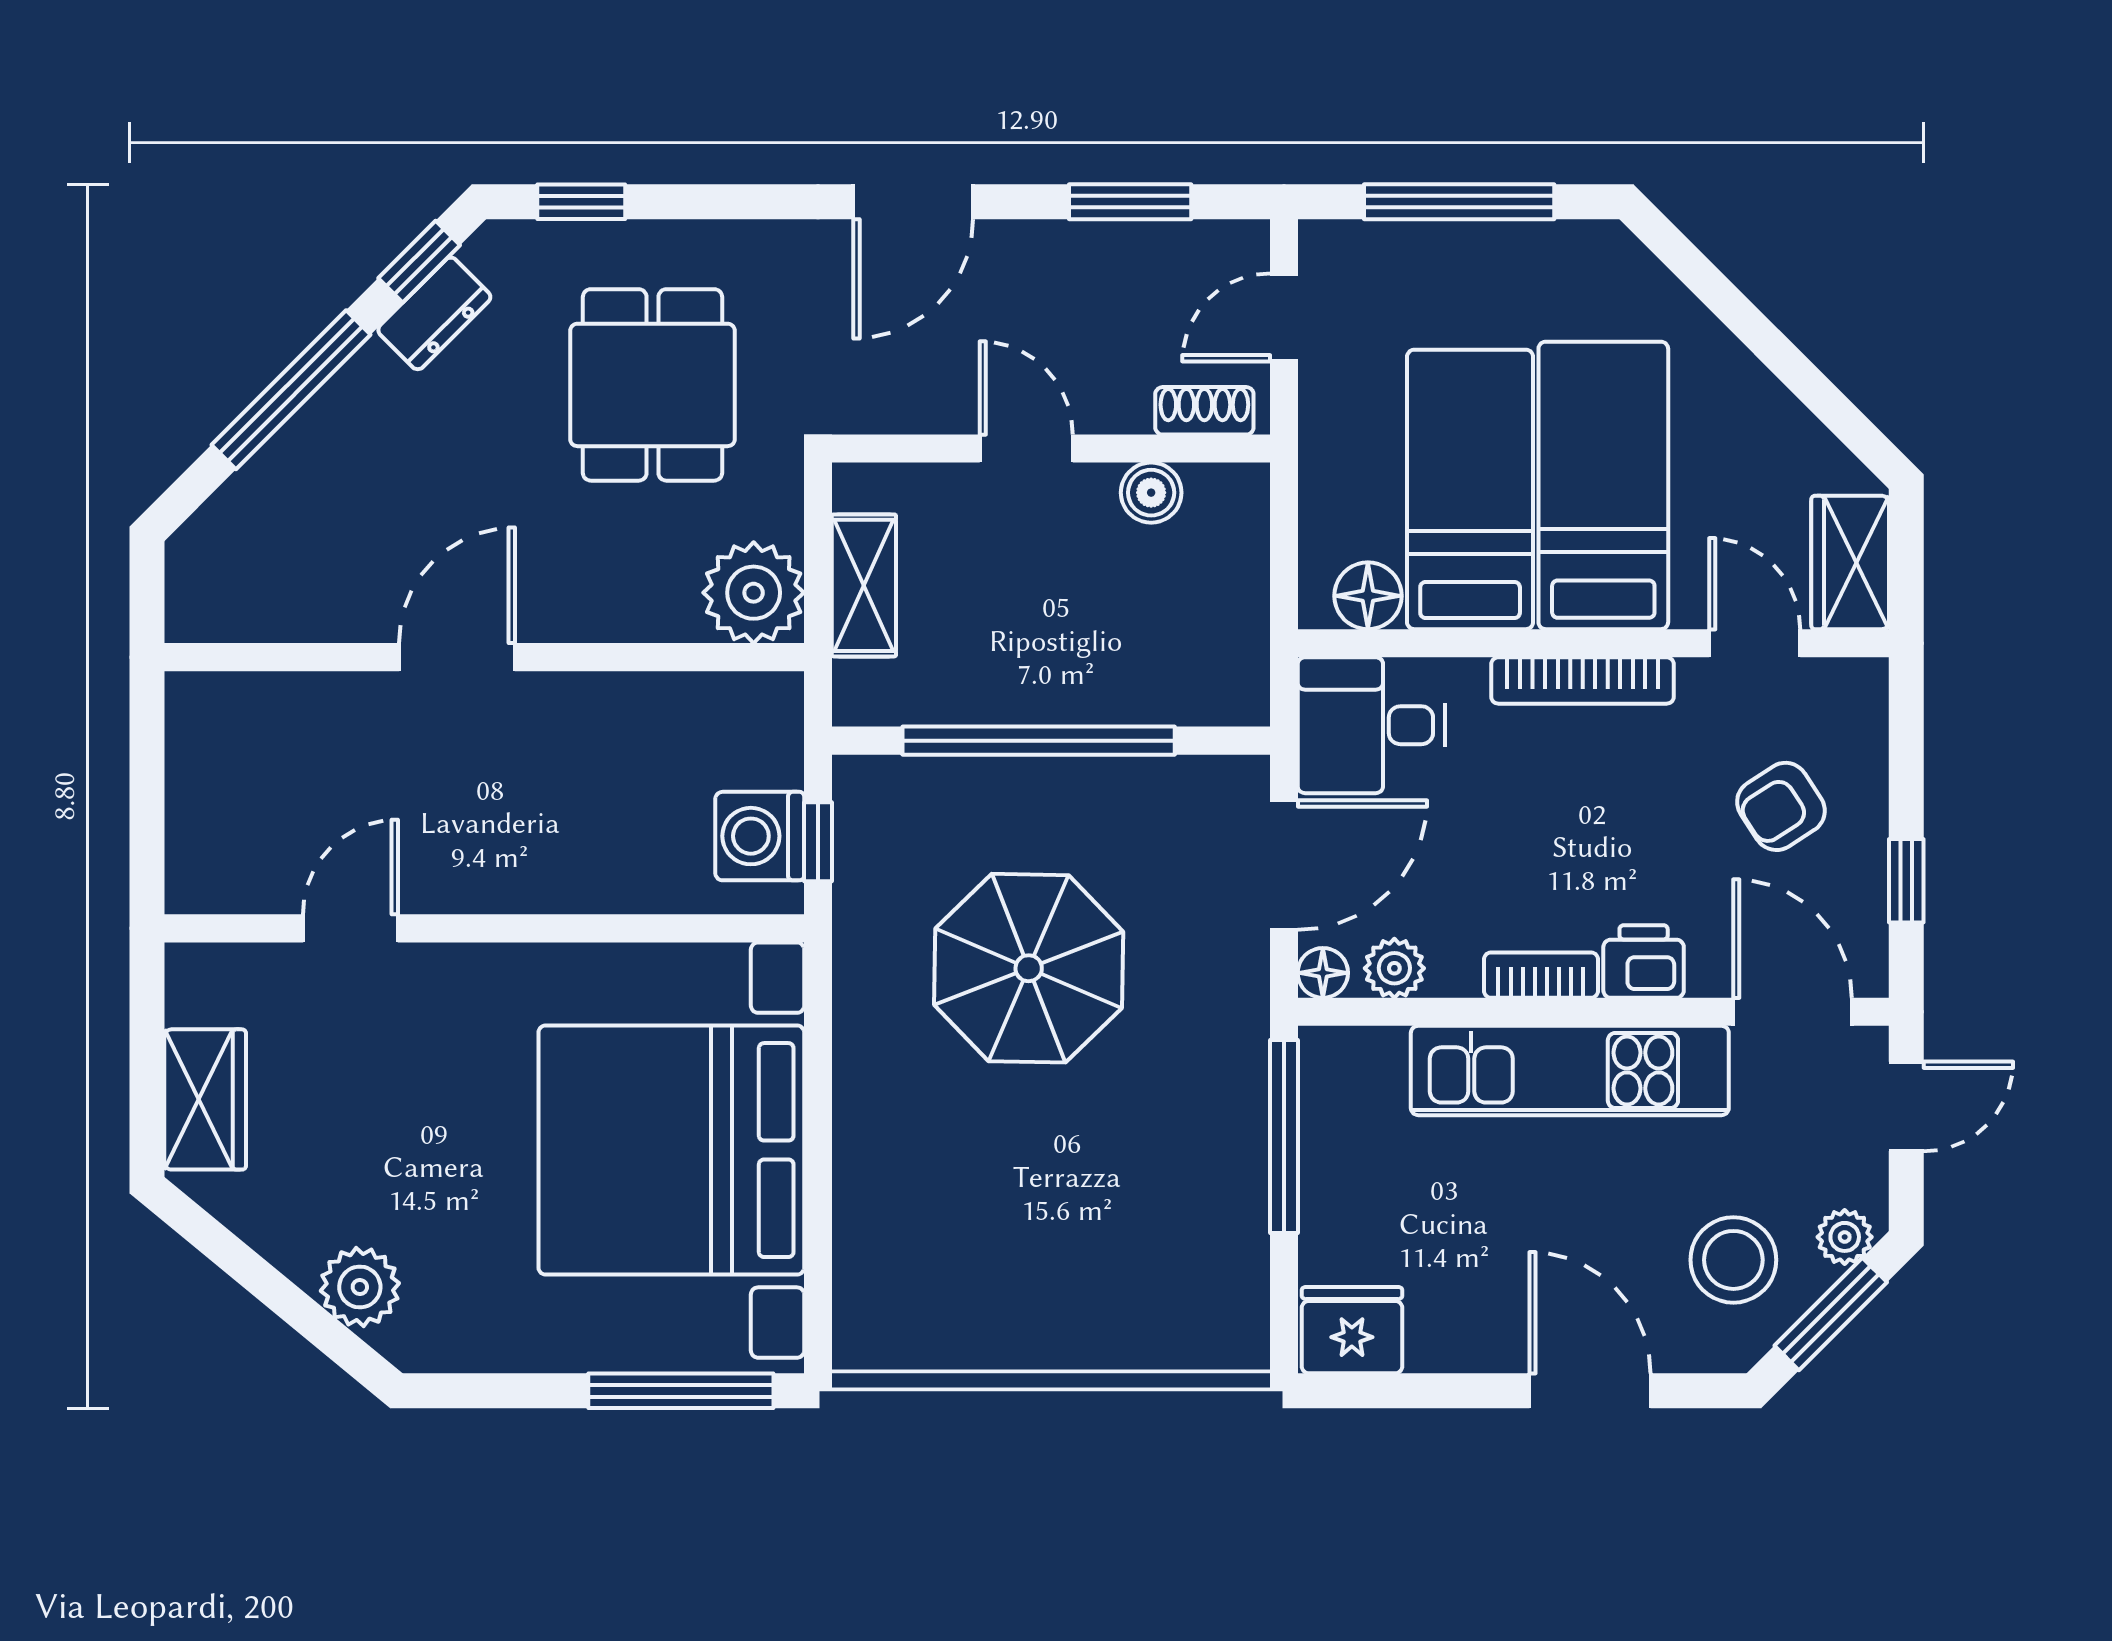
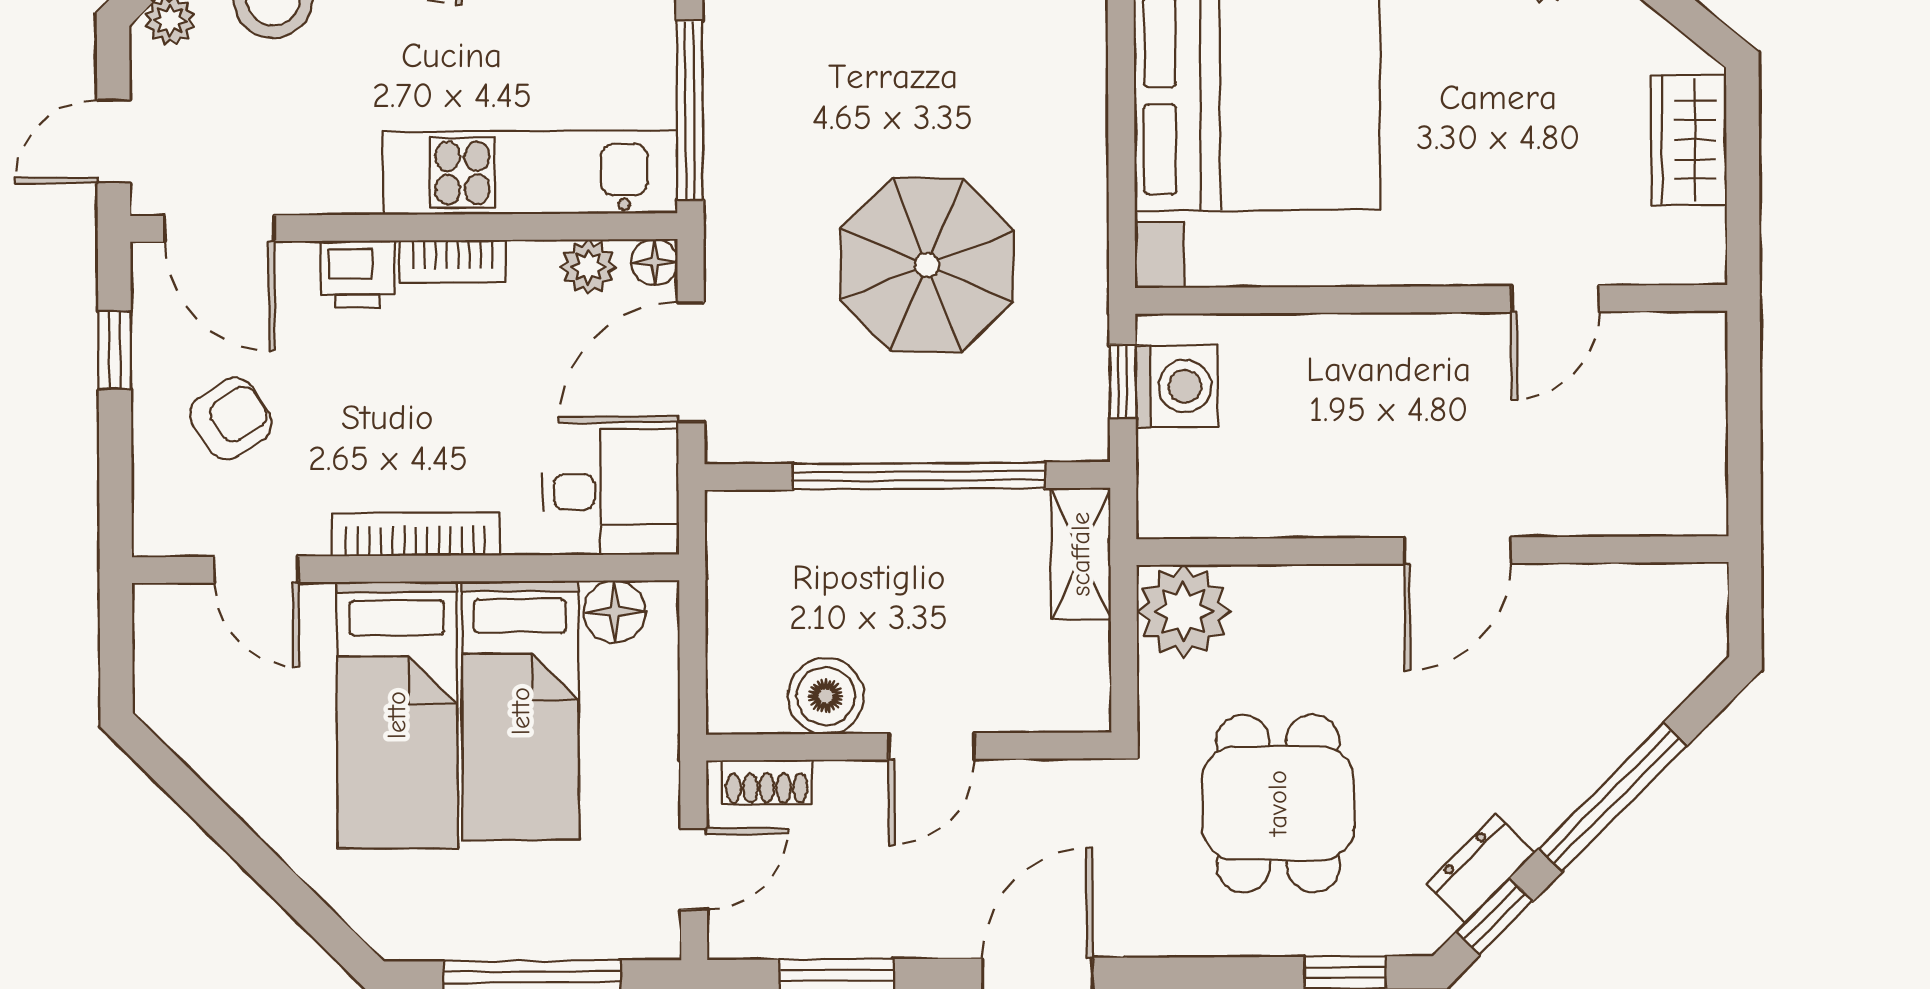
door: (1026, 449) -> (932, 746), hinge flipped
boiler: (1151, 493) -> (826, 696), width x1.36, depth x1.36
wardrobe: (1850, 562) -> (168, 645), removed
shelving: (864, 585) -> (1081, 554), moved
kitchen unit: (1570, 1070) -> (530, 173), moved

